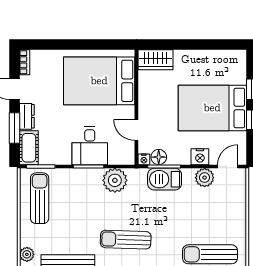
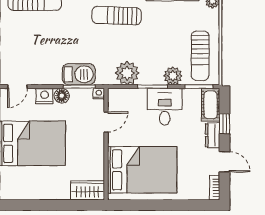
window: (15, 128) -> (224, 124), width x0.67
door: (136, 130) -> (106, 122), hinge flipped
desk: (90, 146) -> (165, 107), moved
floor lamp: (159, 157) -> (62, 96), moved
plant: (205, 178) -> (173, 76), moved
sun lounger: (126, 240) -> (117, 16), turned 180

